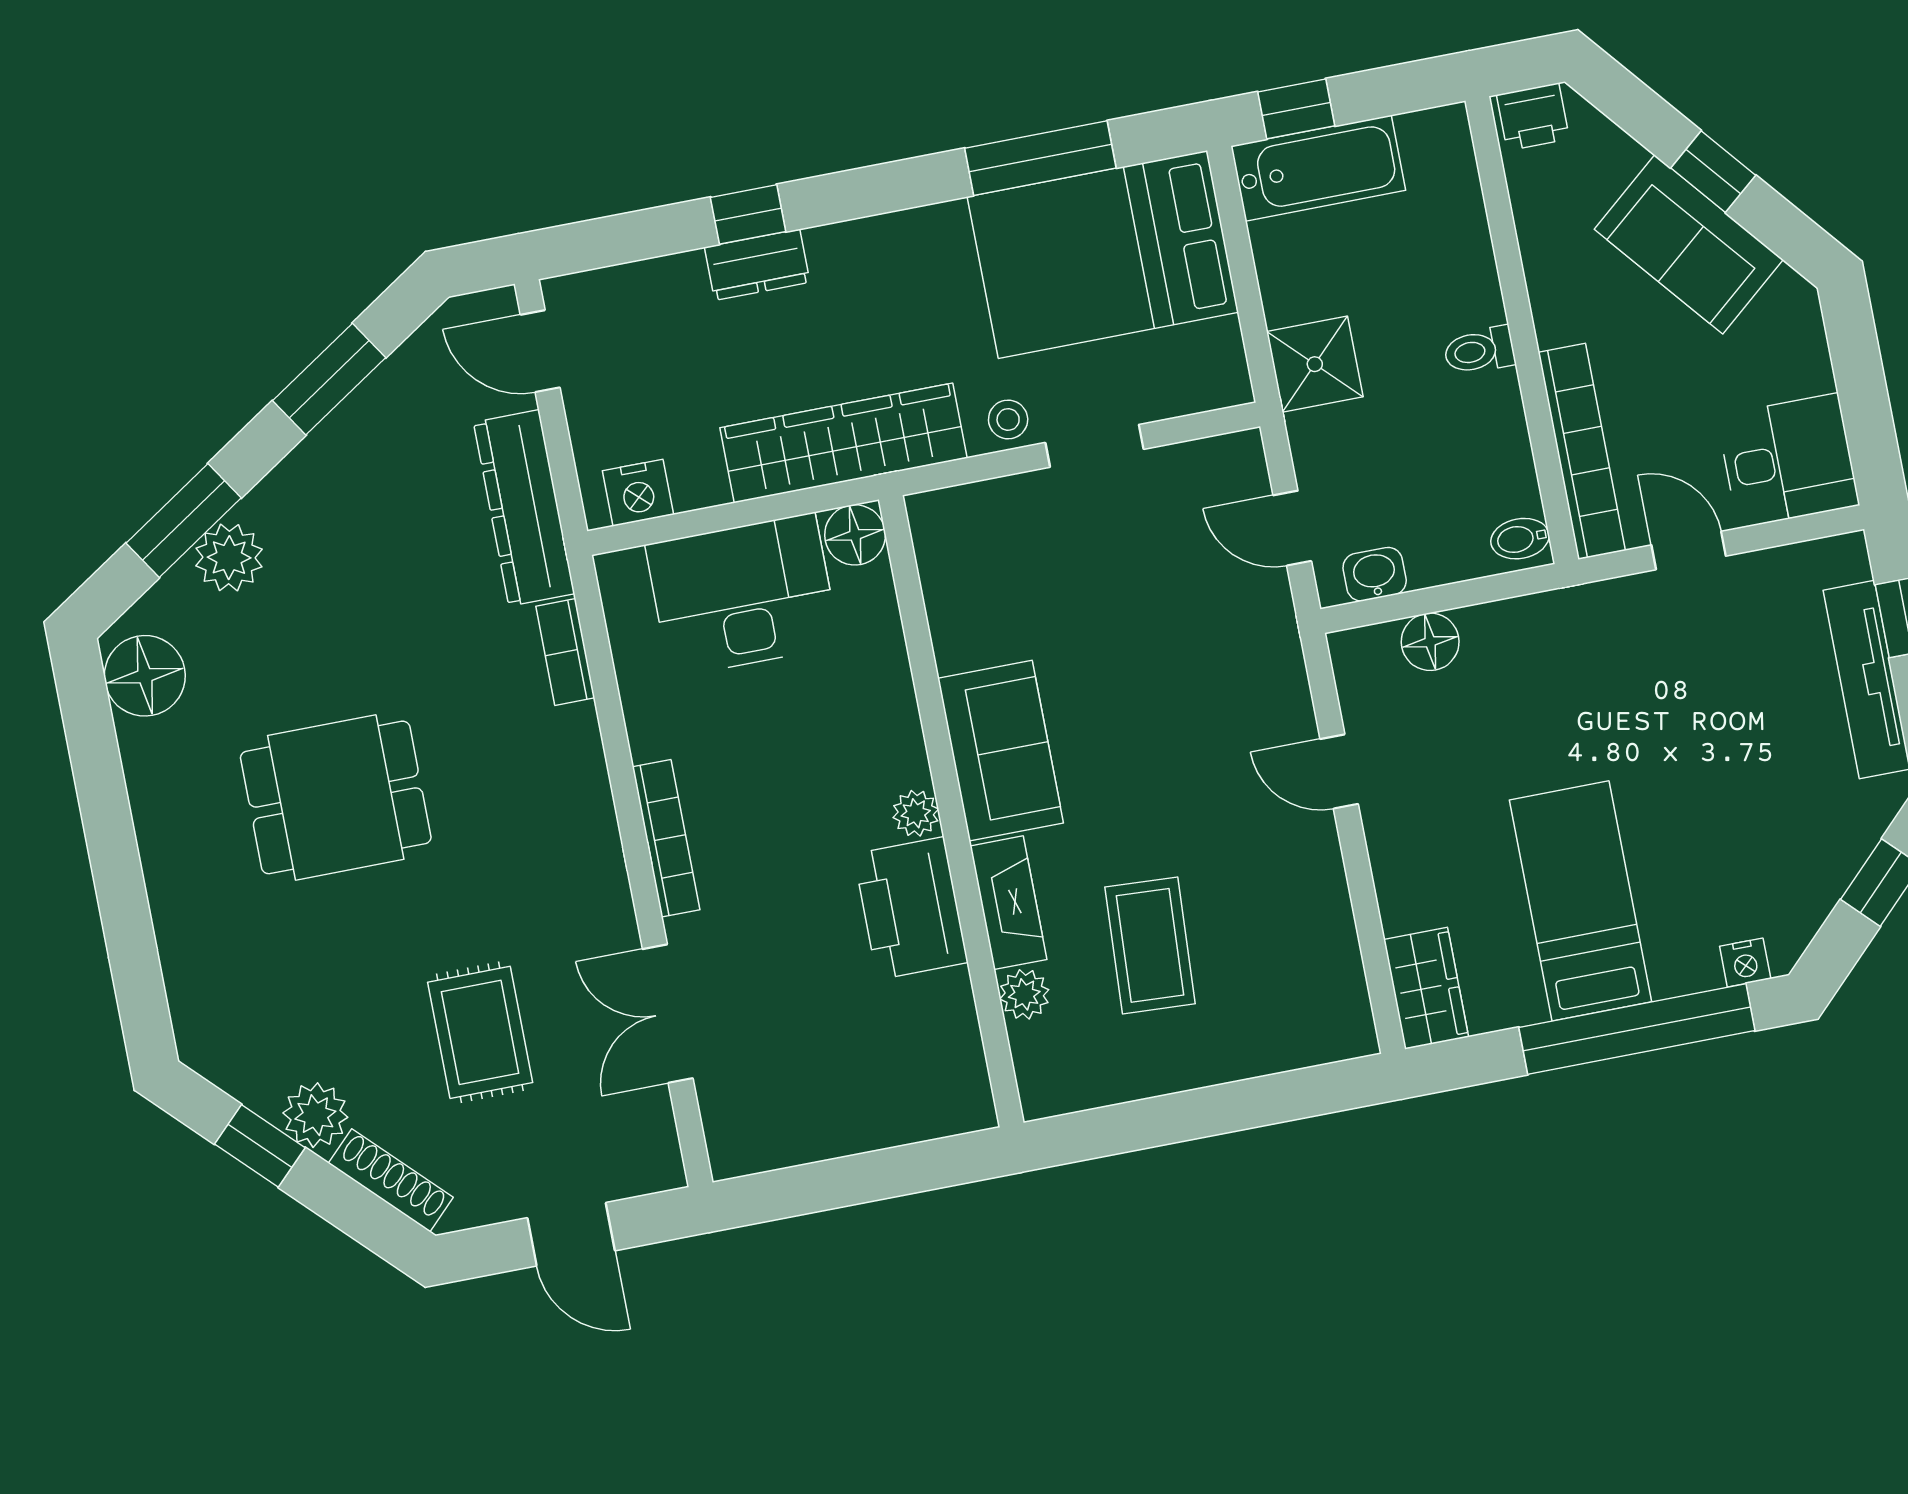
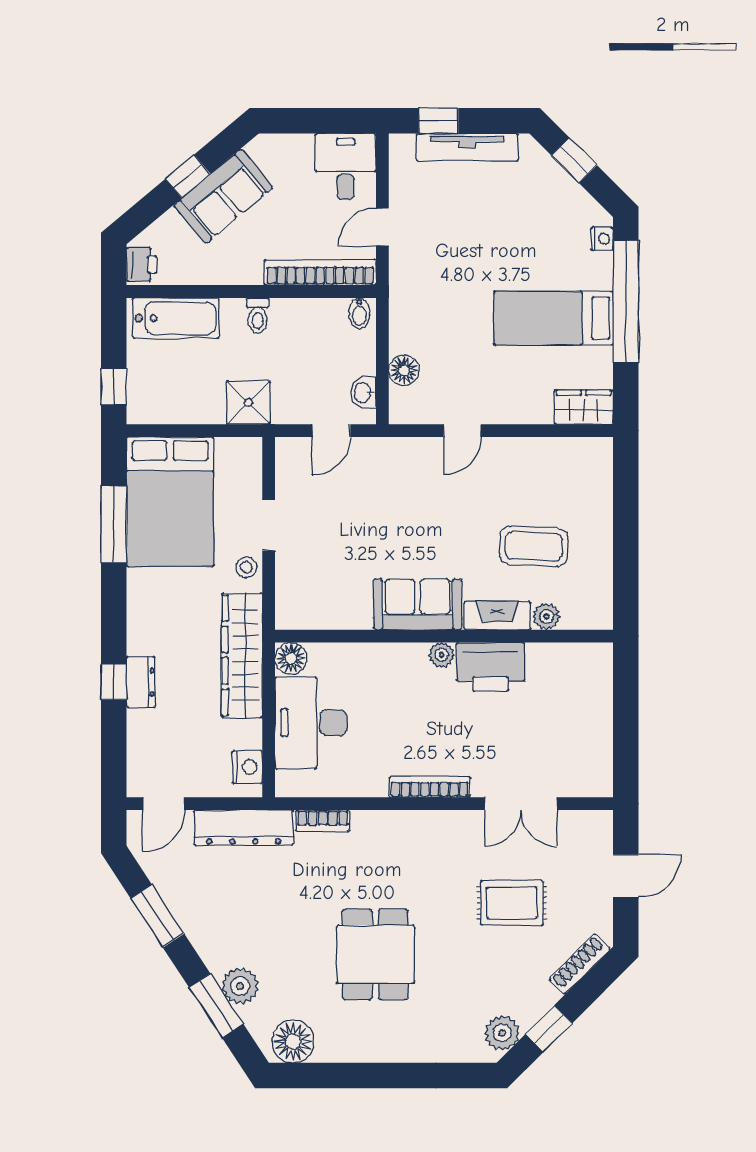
bathtub: (1318, 168) -> (176, 318), moved, turned 90
plant: (315, 1115) -> (502, 1033), moved

